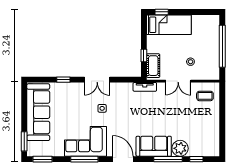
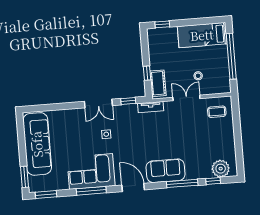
bed: (169, 25) -> (202, 35), moved, turned 180
window: (63, 80) -> (128, 101), moved
double door: (178, 81) -> (186, 98), swing flipped
plant: (180, 148) -> (221, 169), moved

